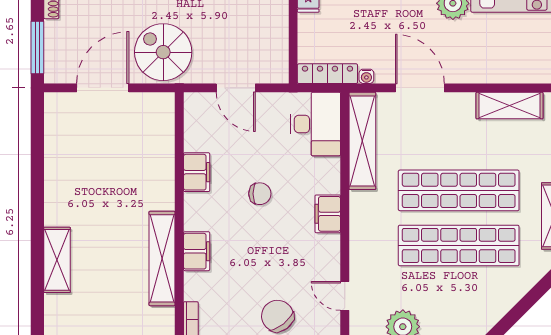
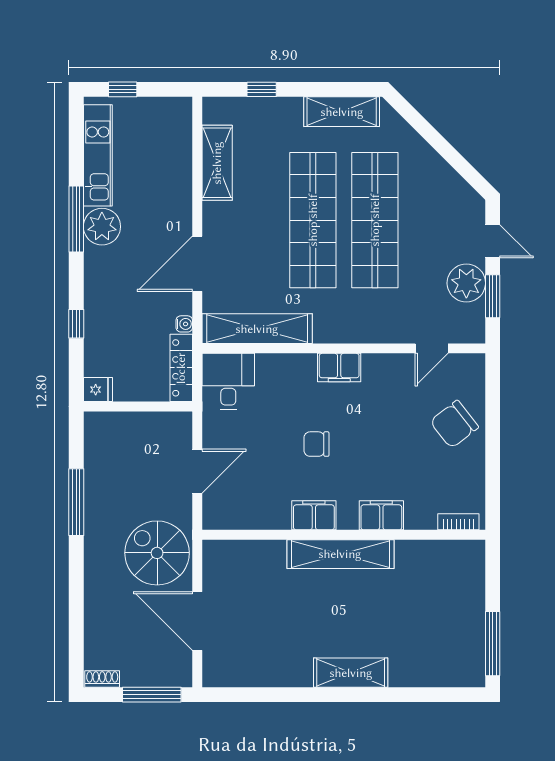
spiral stairs: (163, 52) -> (157, 553), turned 90
desk: (315, 124) -> (228, 381), width x0.73
filing cabinet: (197, 172) -> (314, 515), moved
chair: (260, 194) -> (316, 444), turned -90
shelving: (162, 258) -> (340, 554), moved
shelving: (57, 260) -> (351, 673), moved

